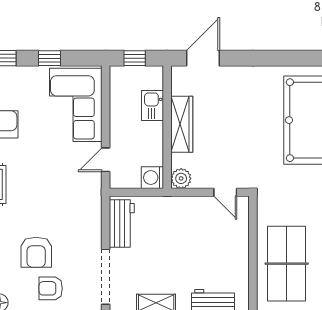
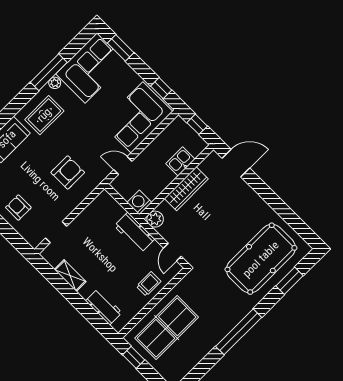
window: (50, 58) -> (161, 88), moved
workbench: (122, 223) -> (134, 232), moved, turned 90
trolley: (232, 241) -> (149, 284), added
armchair: (36, 252) -> (68, 172), moved, turned 180
doorway: (106, 277) -> (56, 232), width x0.53

